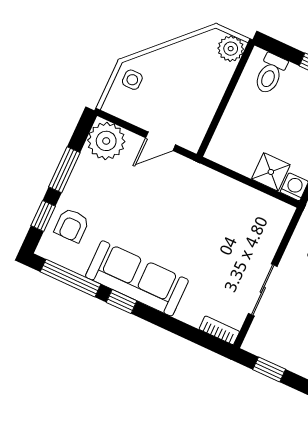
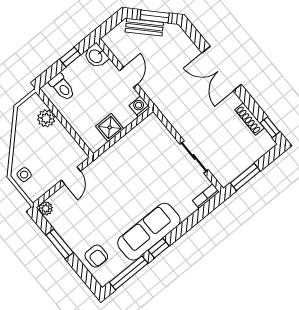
plant: (231, 49) -> (46, 118), moved
plant: (106, 141) -> (46, 208), width x0.53, depth x0.53
shower: (271, 172) -> (110, 127), moved
window: (43, 216) -> (82, 271), removed
window: (269, 369) -> (245, 177), width x1.50

